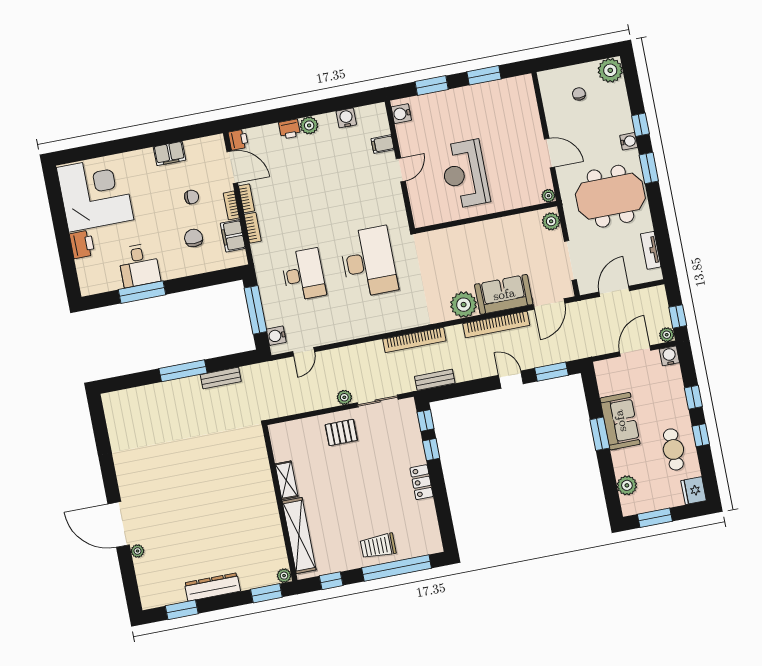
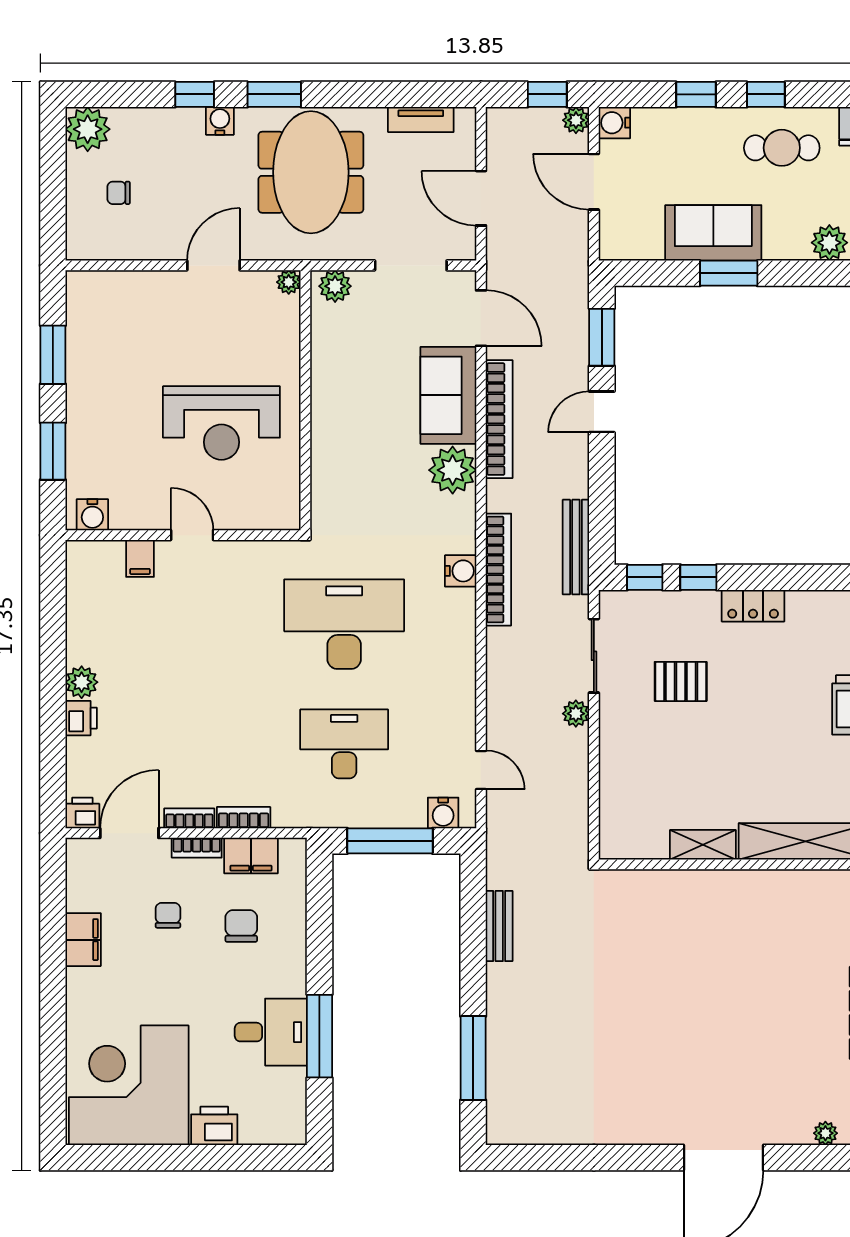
water cooler: (346, 118) -> (461, 571), moved, turned 180
chair: (194, 238) -> (241, 926), turned 90
window: (183, 371) -> (473, 1058), moved
bench: (435, 380) -> (576, 547), width x1.36
pallet: (341, 432) -> (681, 681), moved, turned 90
plant: (138, 551) -> (825, 1133), moved

